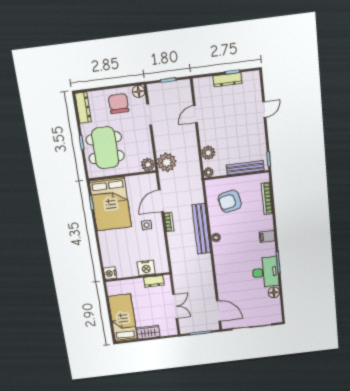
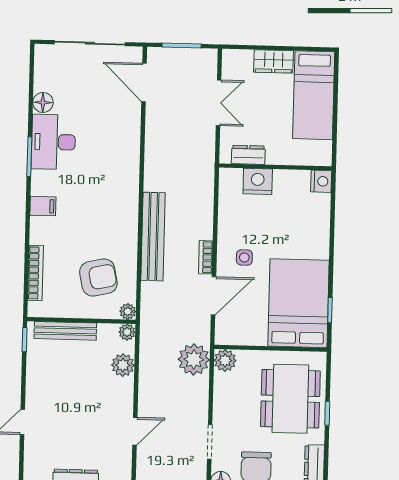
plant: (216, 238) -> (128, 311), moved
double door: (175, 306) -> (219, 103), swing flipped

